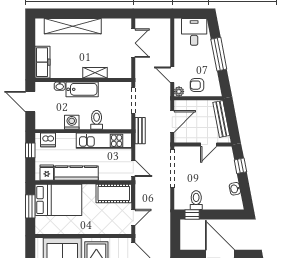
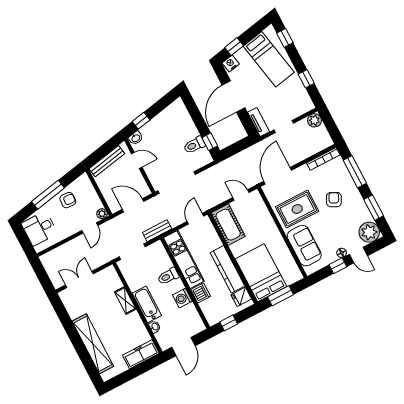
armchair: (197, 85) -> (68, 200), moved, turned -87
dishwasher: (48, 140) -> (201, 293), moved
washbasin: (235, 189) -> (136, 138), moved

